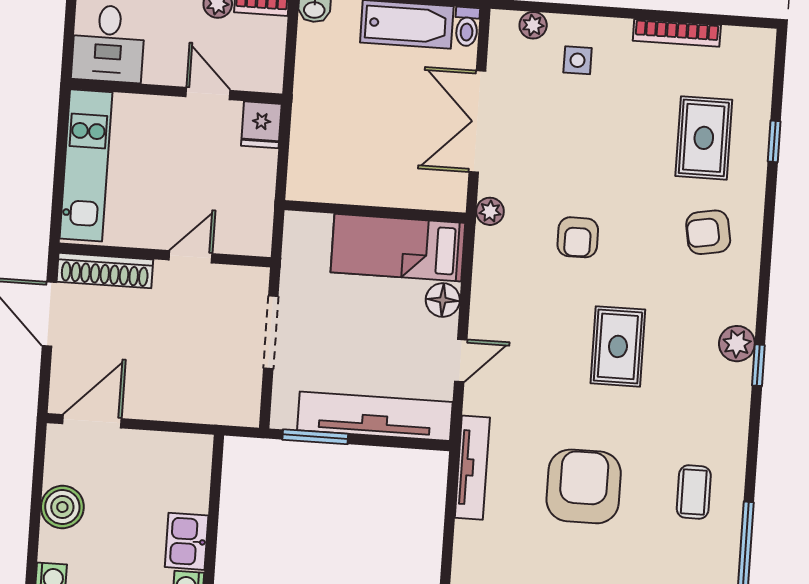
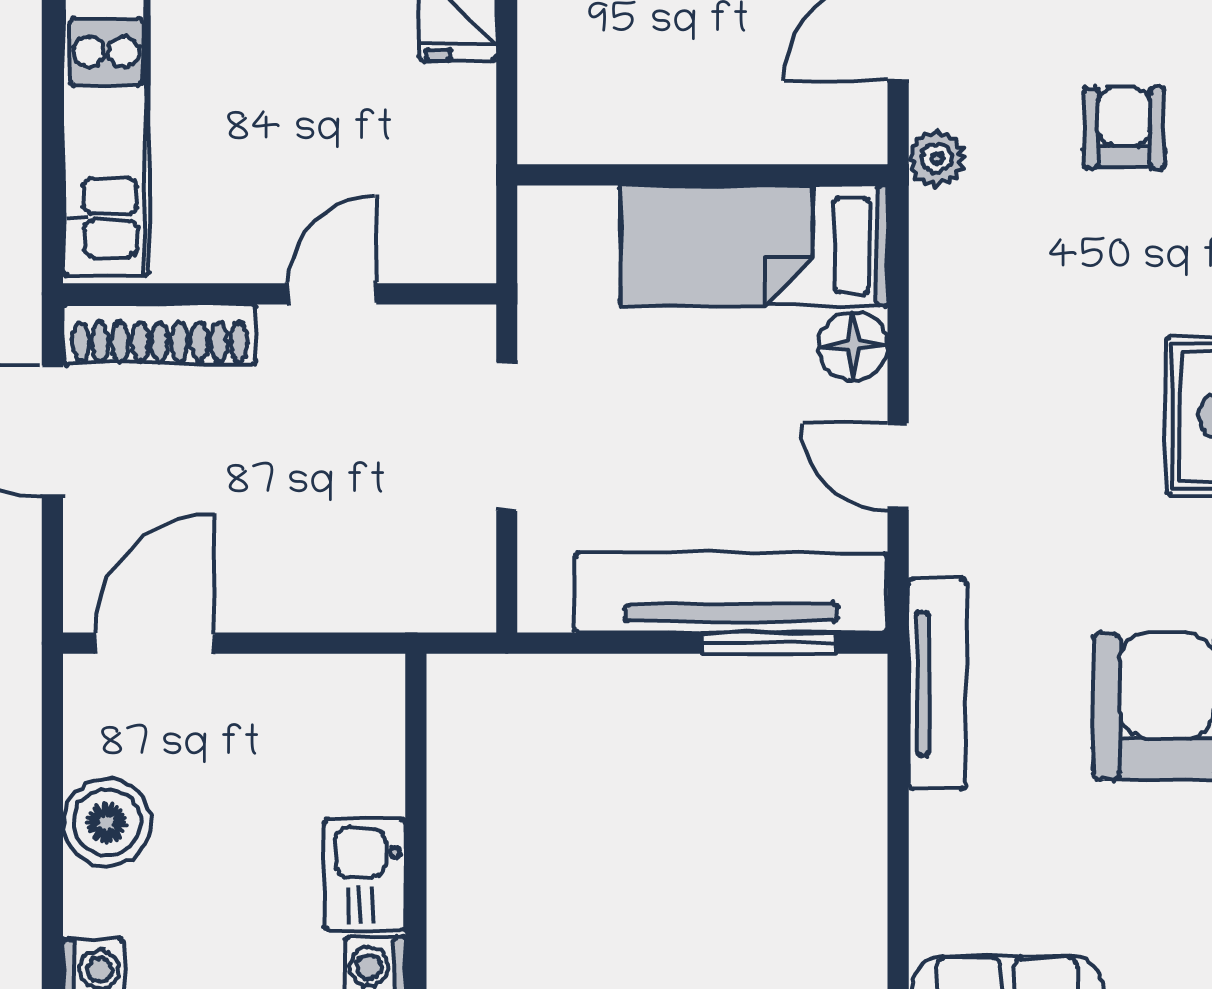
armchair: (578, 237) -> (1124, 128), moved, turned 180
door: (461, 360) -> (898, 467), swing flipped
window: (315, 437) -> (769, 643), moved

